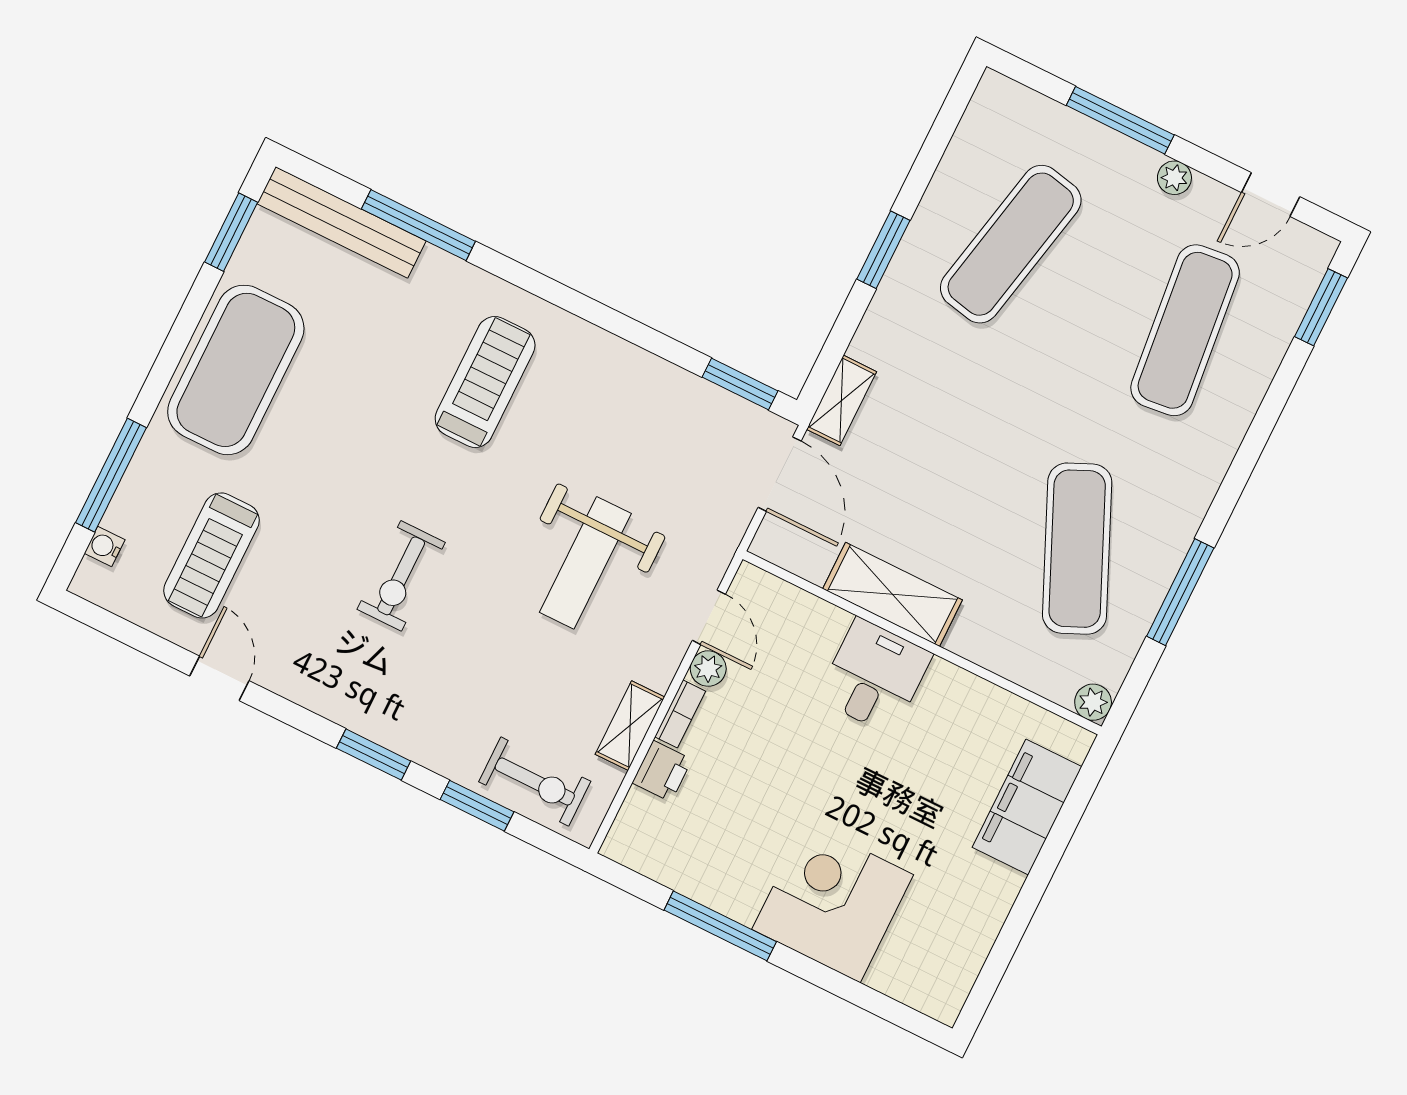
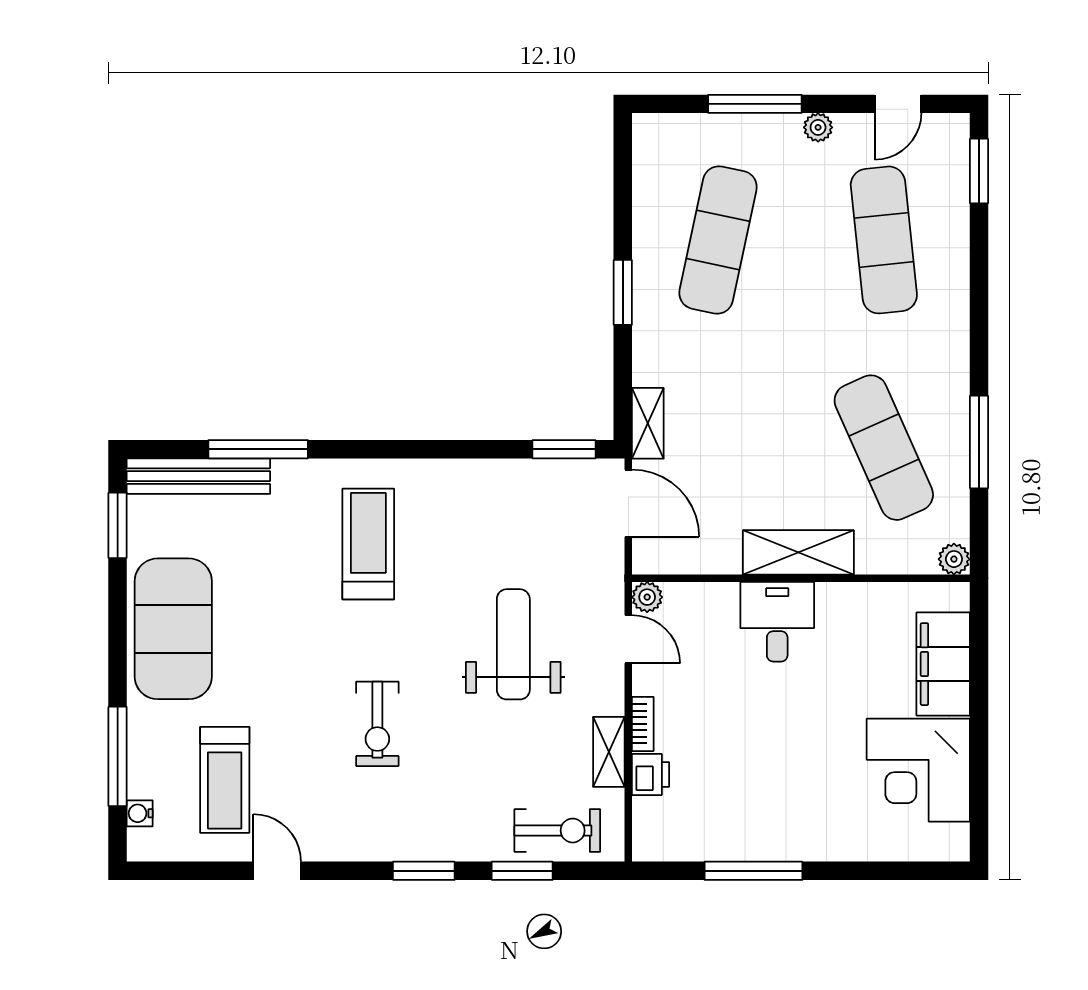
weight bench: (585, 563) -> (513, 644), turned 180
shelving: (893, 594) -> (798, 552), moved
plant: (708, 669) -> (647, 597), moved
corner desk: (833, 902) -> (918, 770), moved, turned -90

